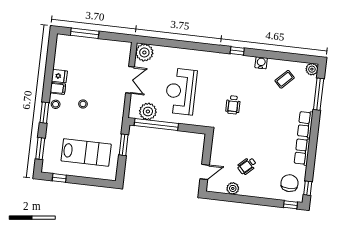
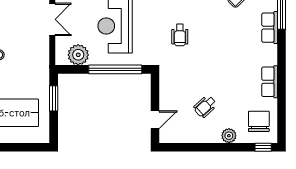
row of seats: (305, 124) -> (270, 28), moved
window: (156, 125) -> (115, 69), moved
plant: (233, 188) -> (229, 136), moved
window: (308, 188) -> (281, 125), removed

